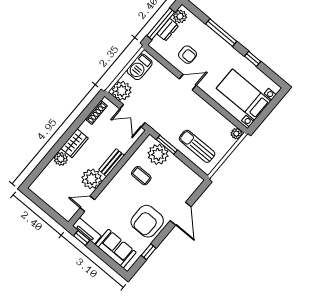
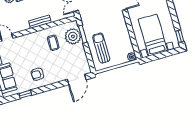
window: (253, 59) -> (180, 36), moved
plant: (92, 179) -> (20, 23), removed
door: (181, 214) -> (77, 80), moved
armchair: (147, 221) -> (37, 74), width x0.53, depth x0.53

